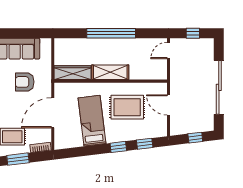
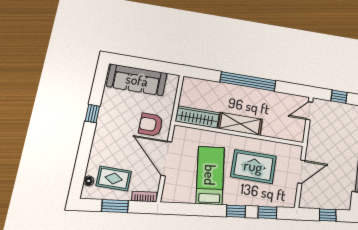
armchair: (25, 82) -> (151, 125), moved
door: (168, 105) -> (301, 172), swing flipped
door: (53, 113) -> (166, 159), hinge flipped

